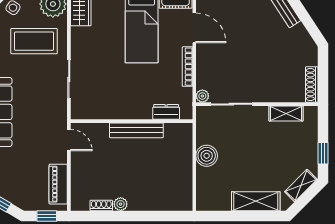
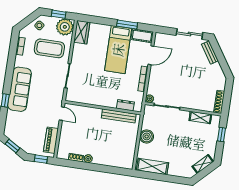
door: (194, 28) -> (151, 55), hinge flipped
bench: (136, 130) -> (119, 116), moved
window: (323, 153) -> (221, 134), moved
shelving: (256, 201) -> (152, 166), moved

